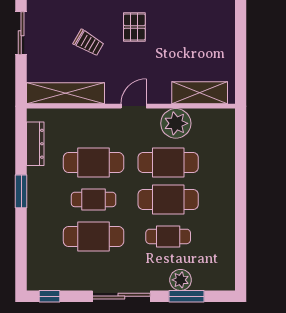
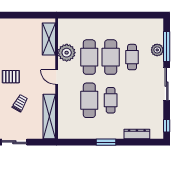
dresser: (35, 144) -> (137, 134), moved
cafe table: (94, 236) -> (132, 100), removed
window: (186, 296) -> (167, 46), width x1.44

